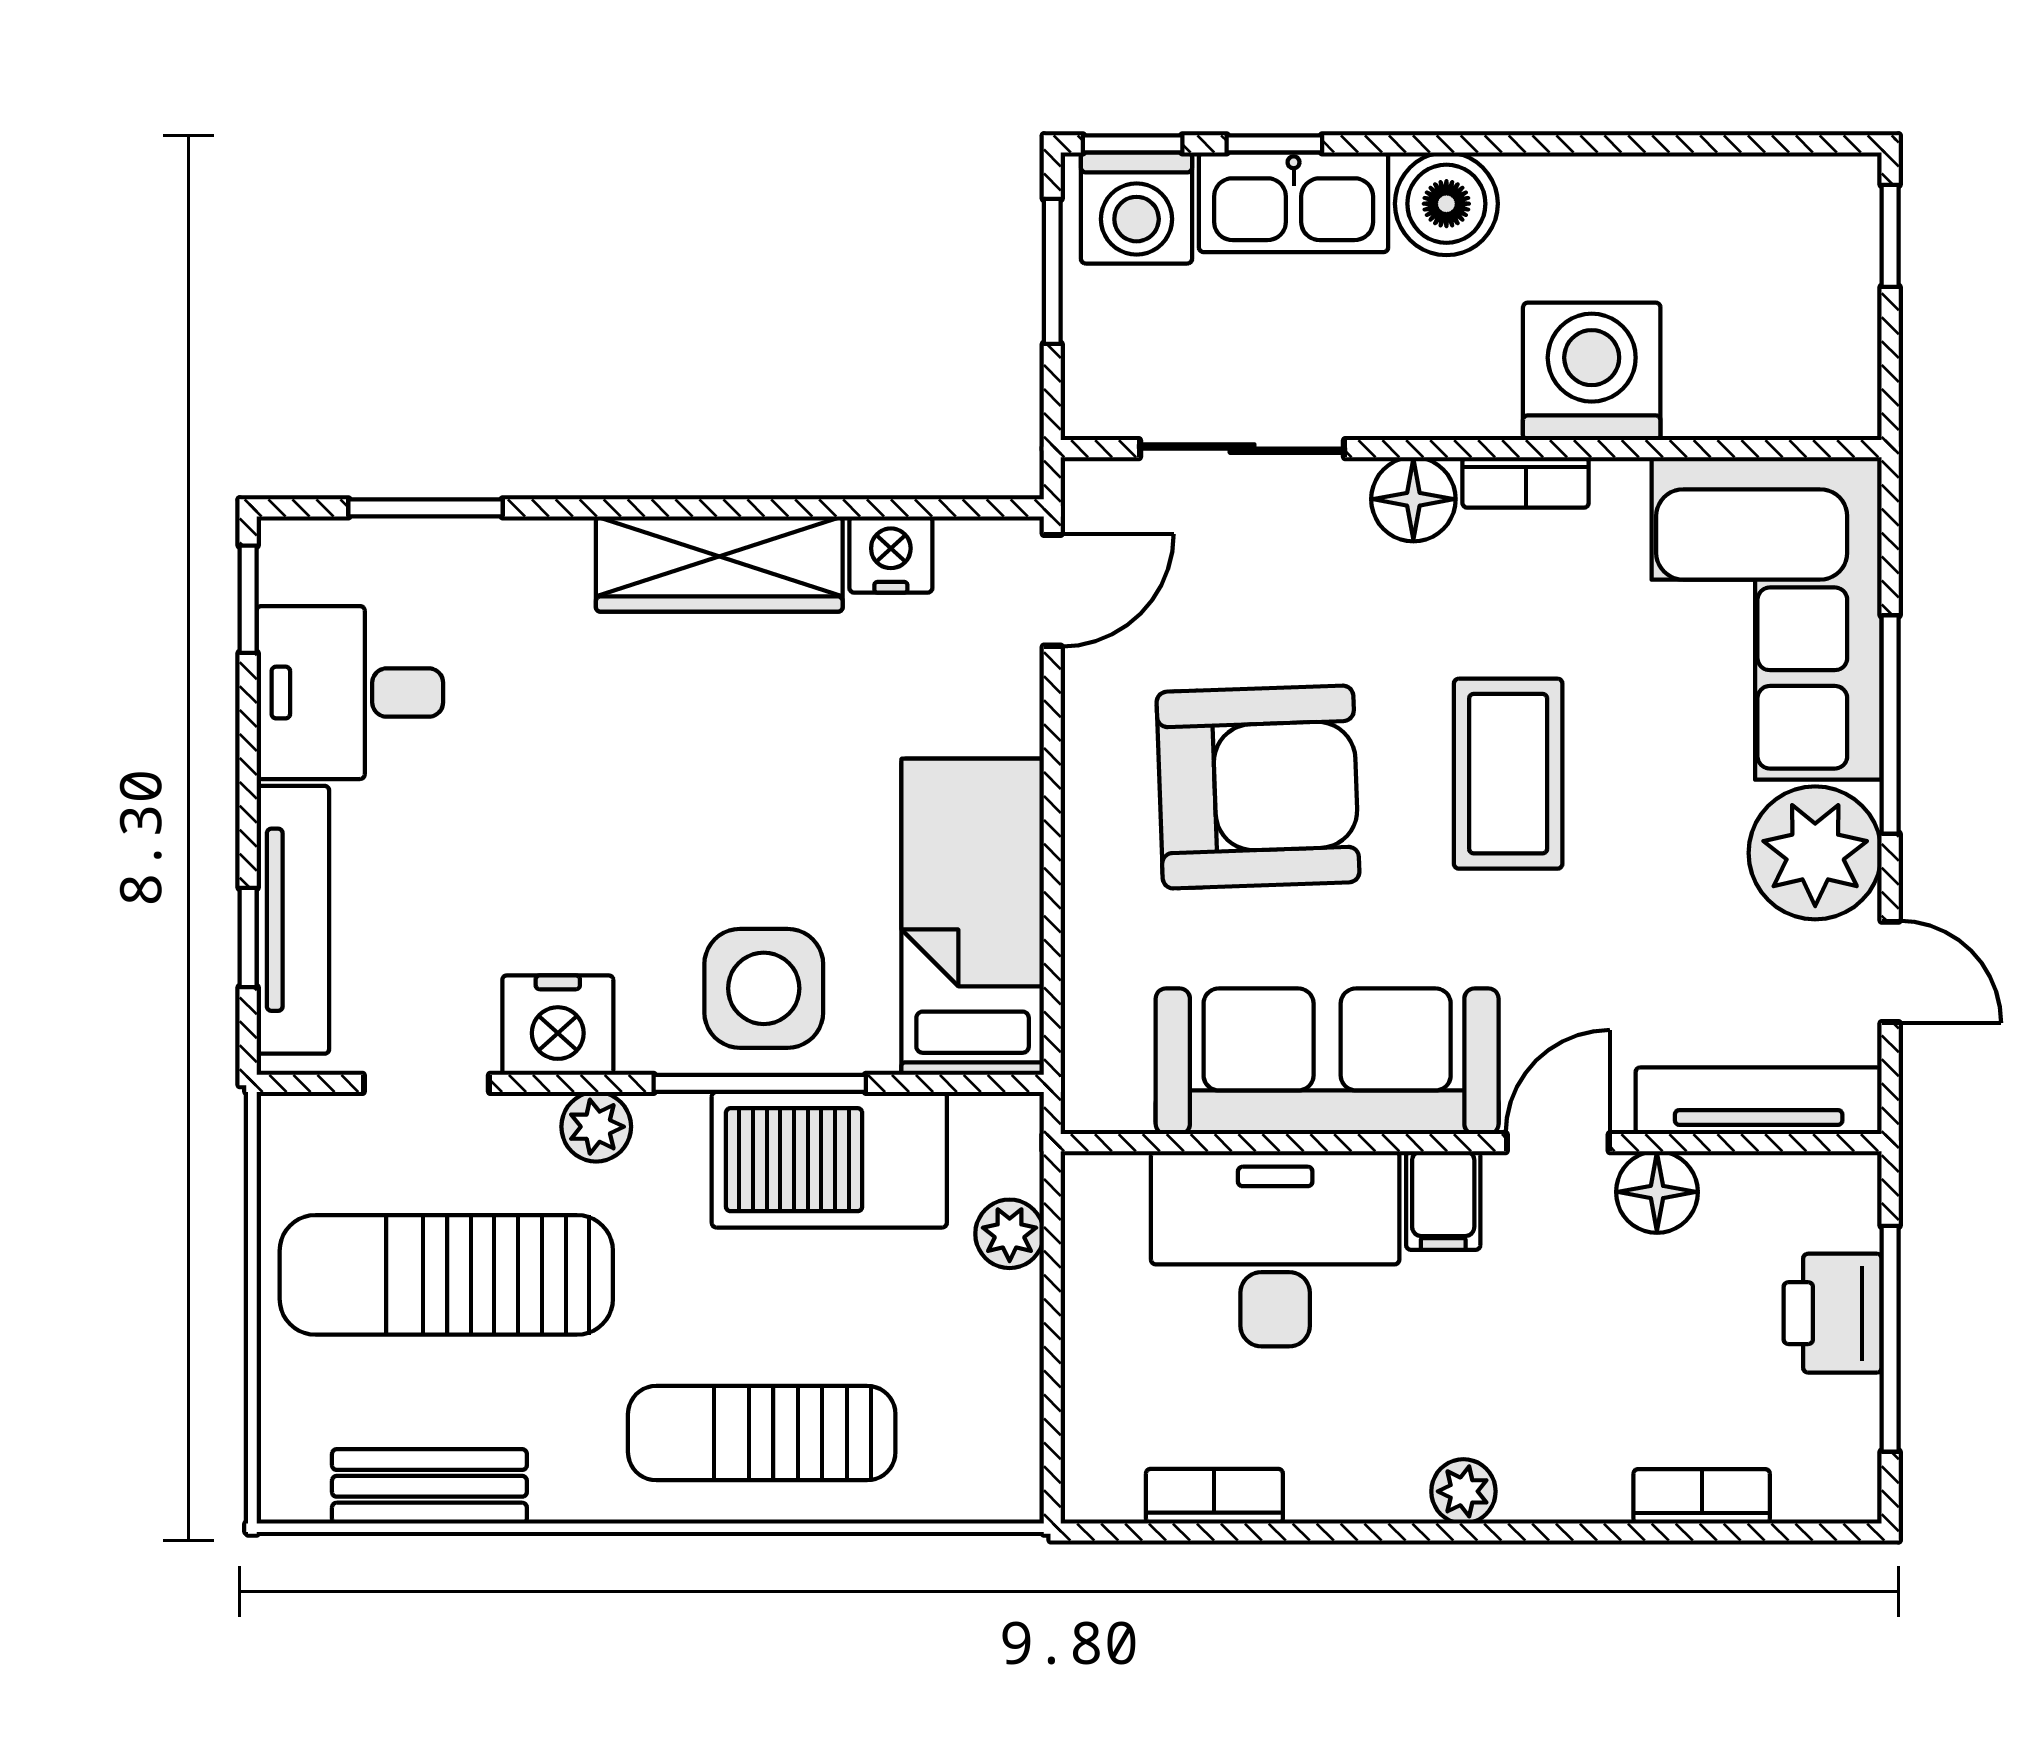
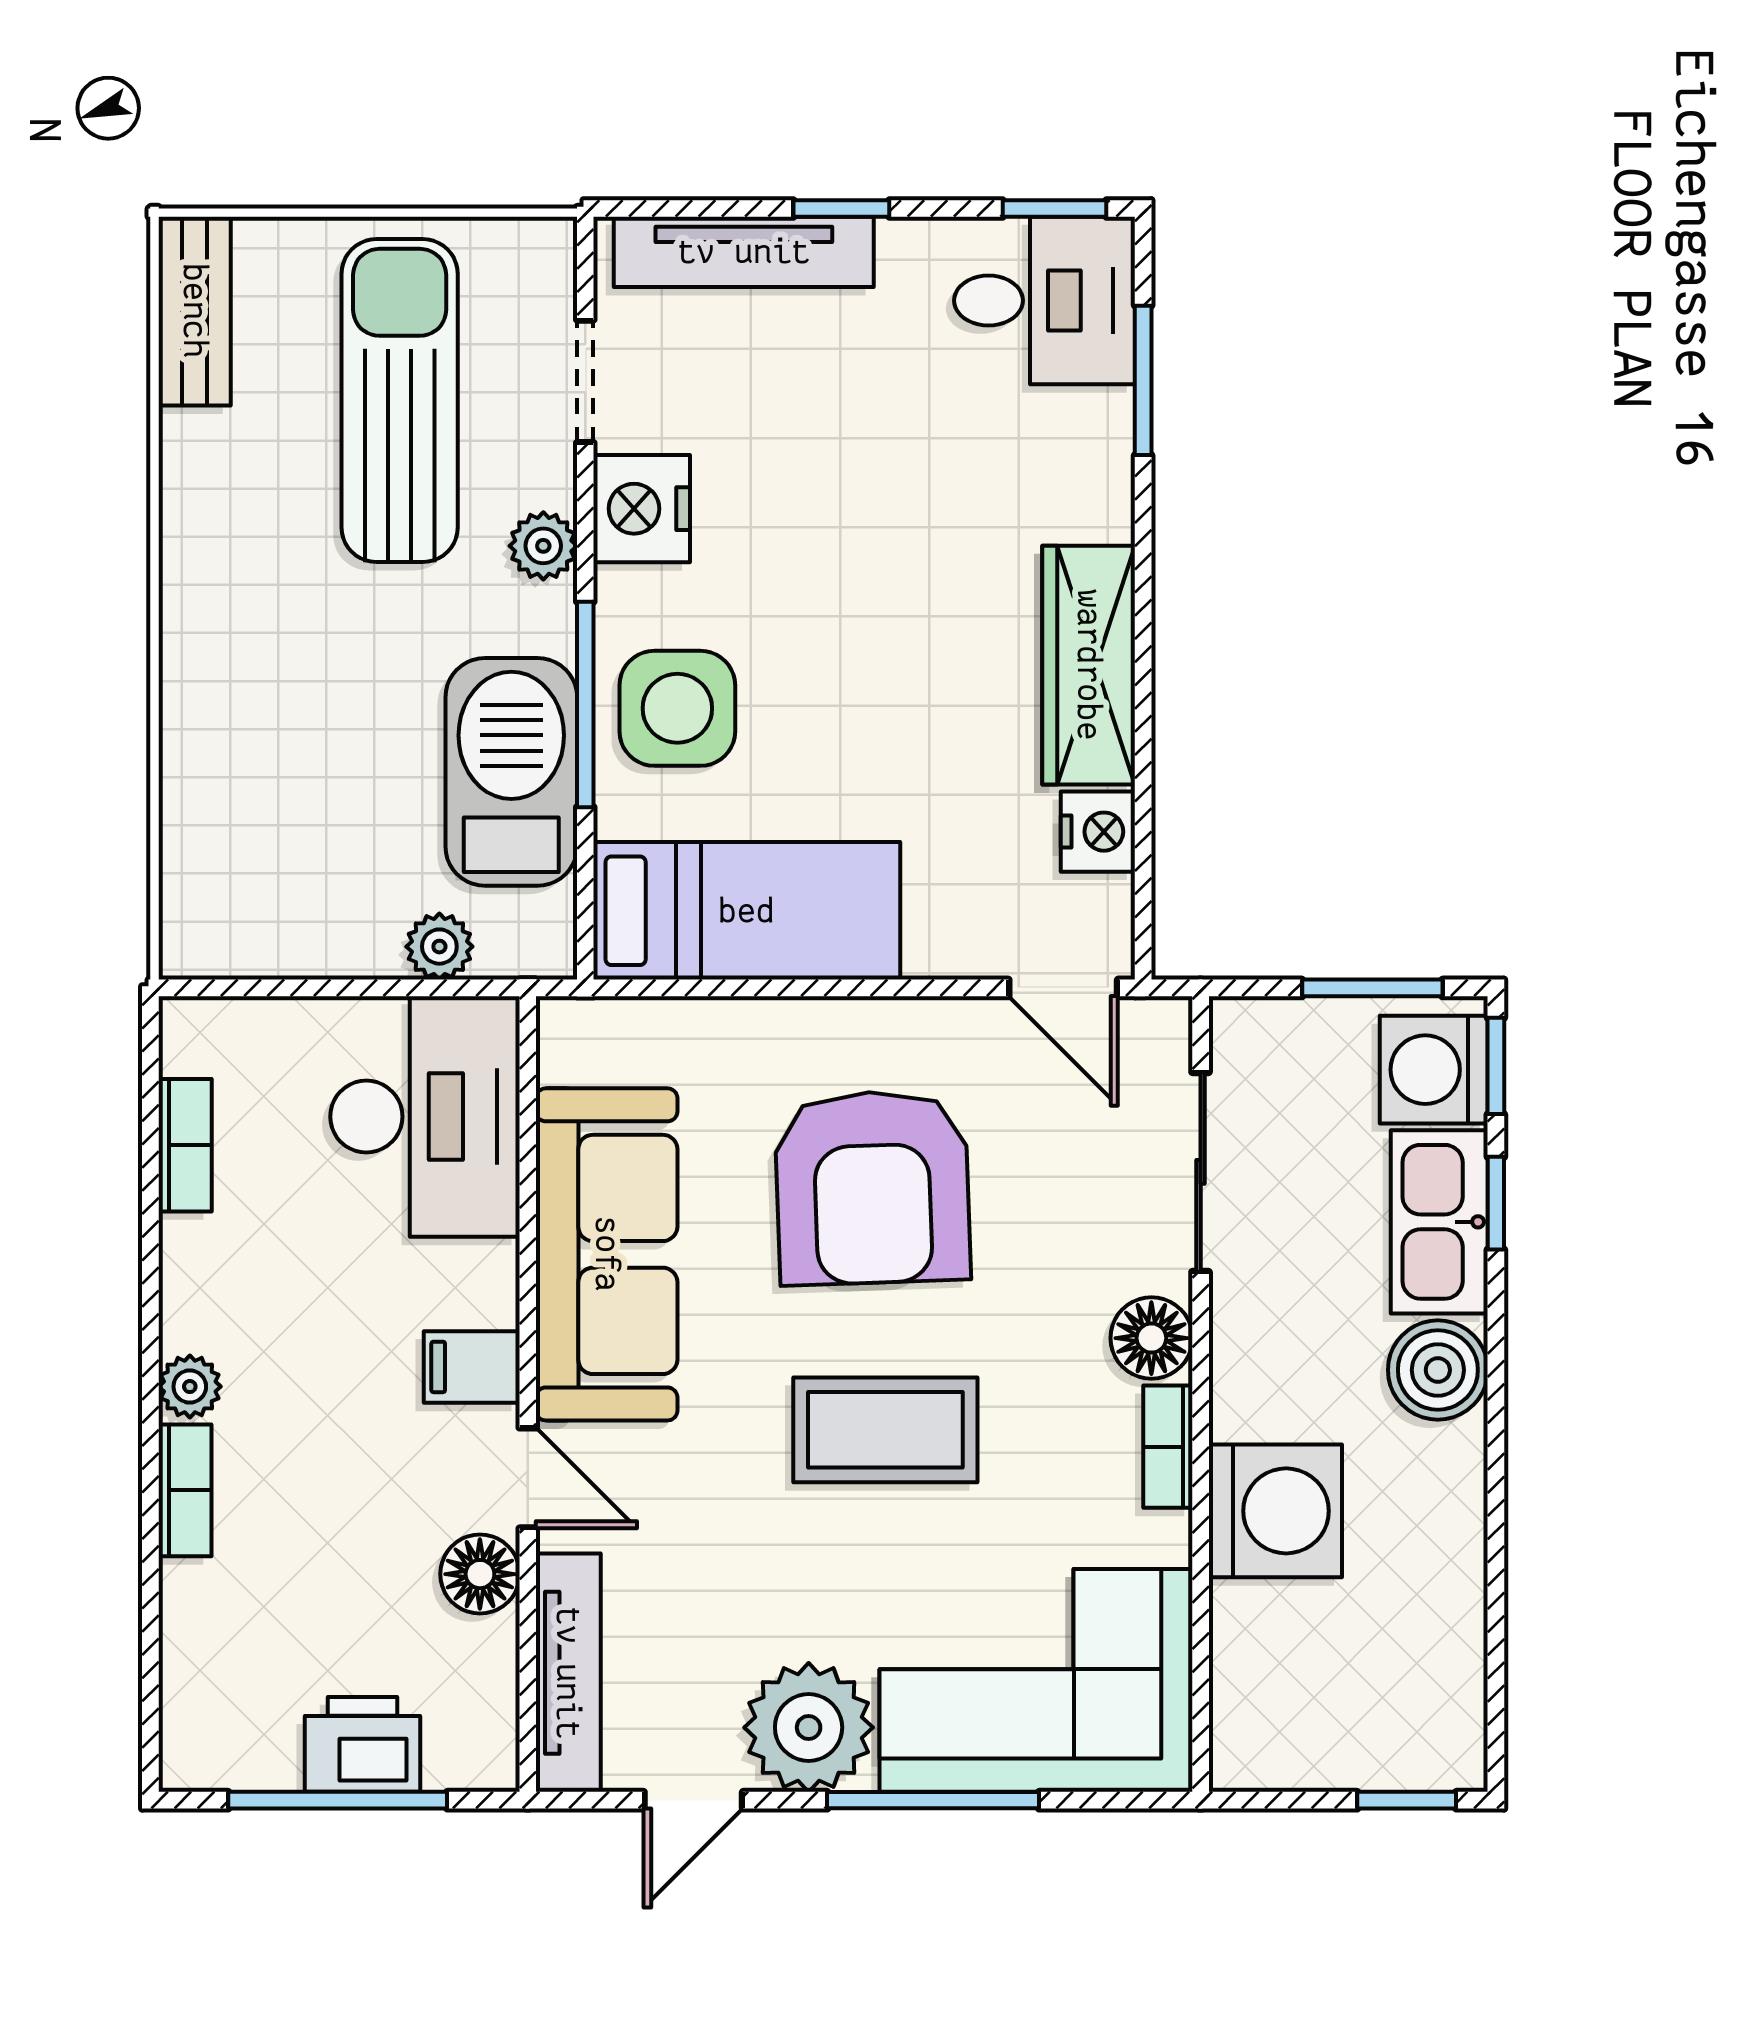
desk: (350, 693) -> (1045, 301), moved, turned 90
window: (248, 937) -> (841, 209), moved
desk: (1275, 1249) -> (425, 1117), moved
sun lounger: (762, 1433) -> (246, 706), removed
bench: (429, 1486) -> (195, 311), moved
bookcase: (1702, 1496) -> (185, 1490), moved

